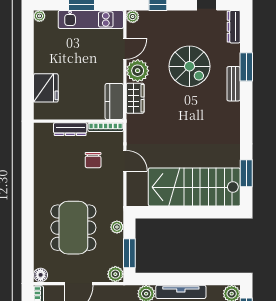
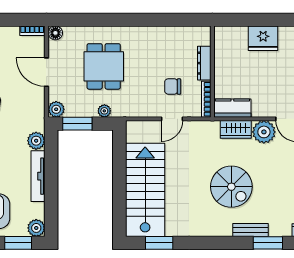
spiral stairs: (189, 66) -> (231, 187), moved, turned -90
fridge: (46, 88) -> (263, 38), moved
dining table: (73, 228) -> (104, 66), width x0.73

